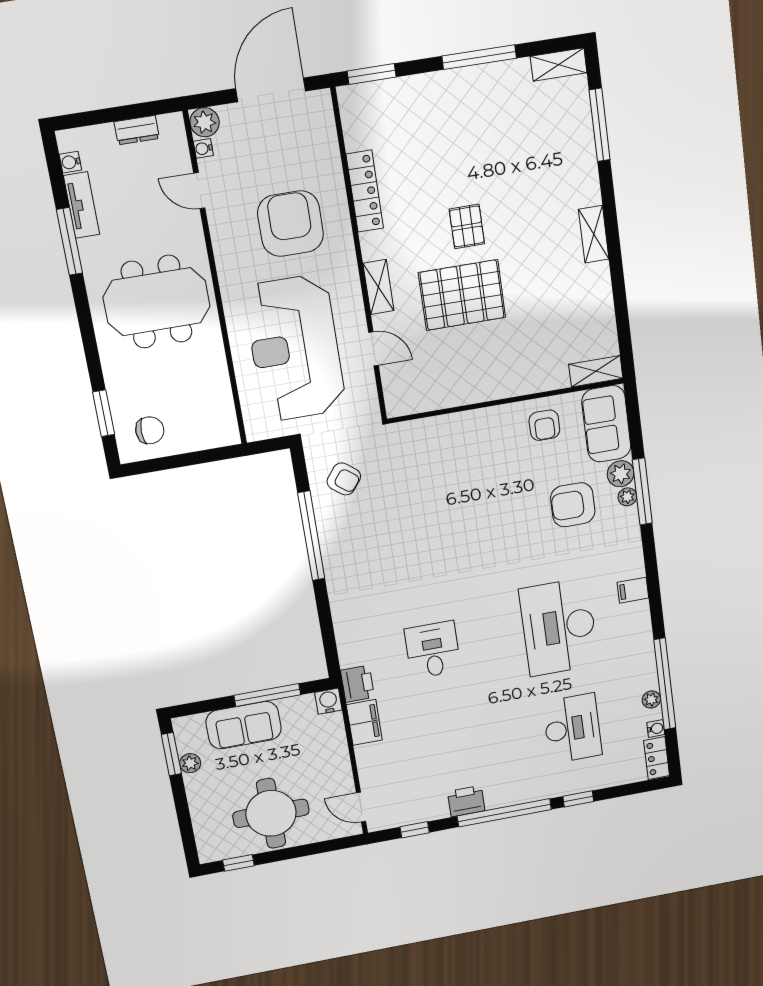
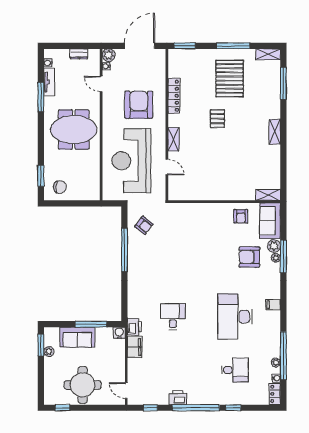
pallet: (462, 295) -> (230, 79), moved, turned 90
desk: (572, 728) -> (235, 370), width x0.73

